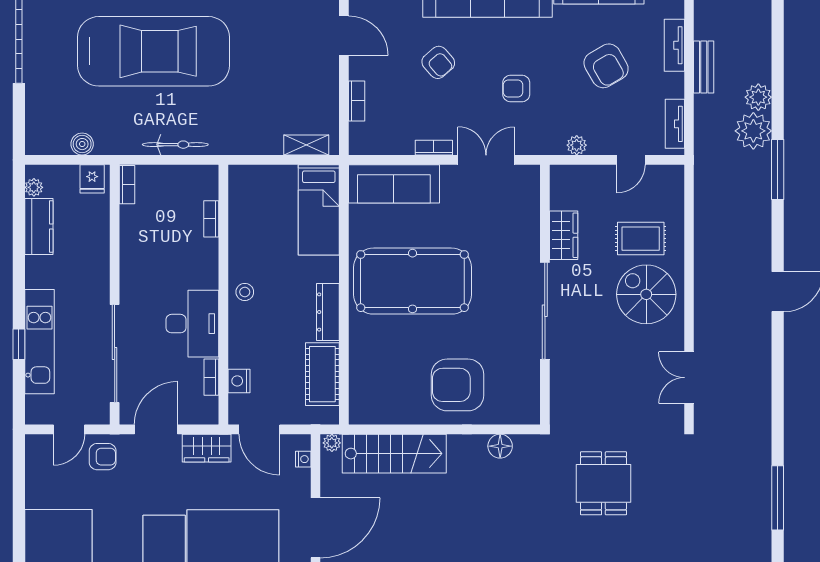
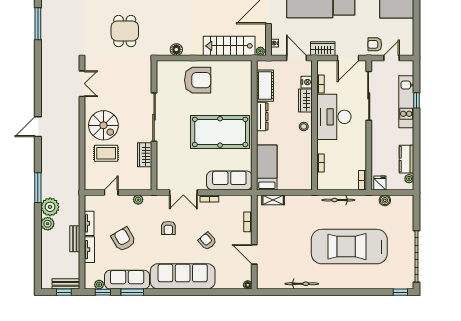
armchair: (516, 88) -> (168, 228), turned 90
tv unit: (675, 124) -> (89, 223), moved
desk: (192, 324) -> (334, 117), width x1.36, depth x1.30
wardrobe: (241, 344) -> (305, 101), added

